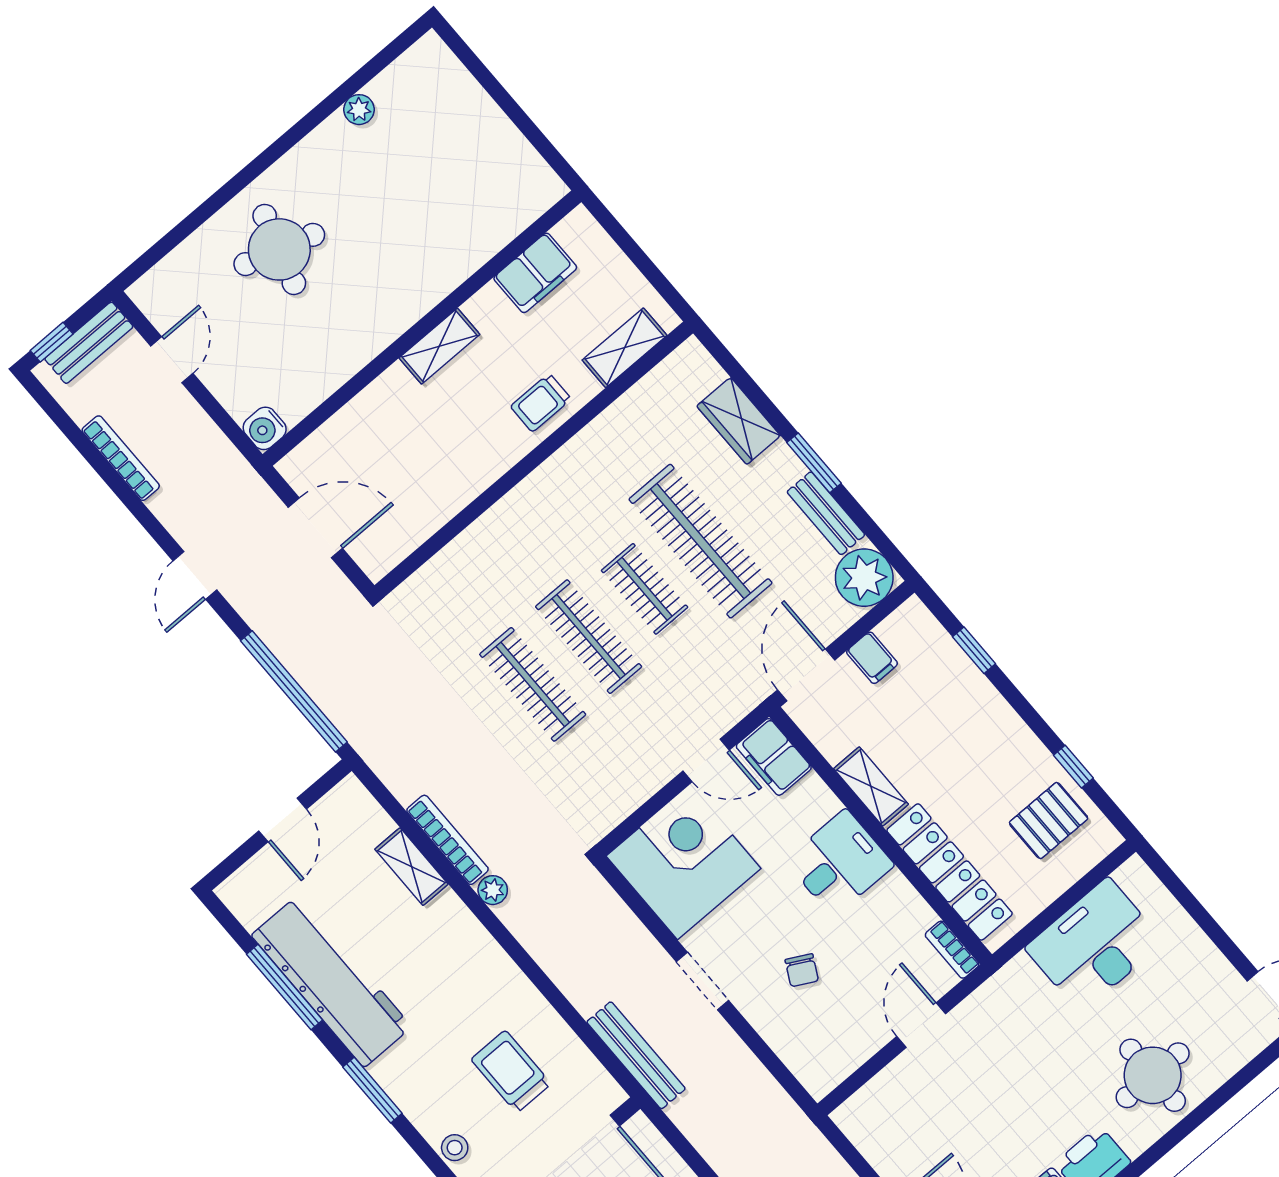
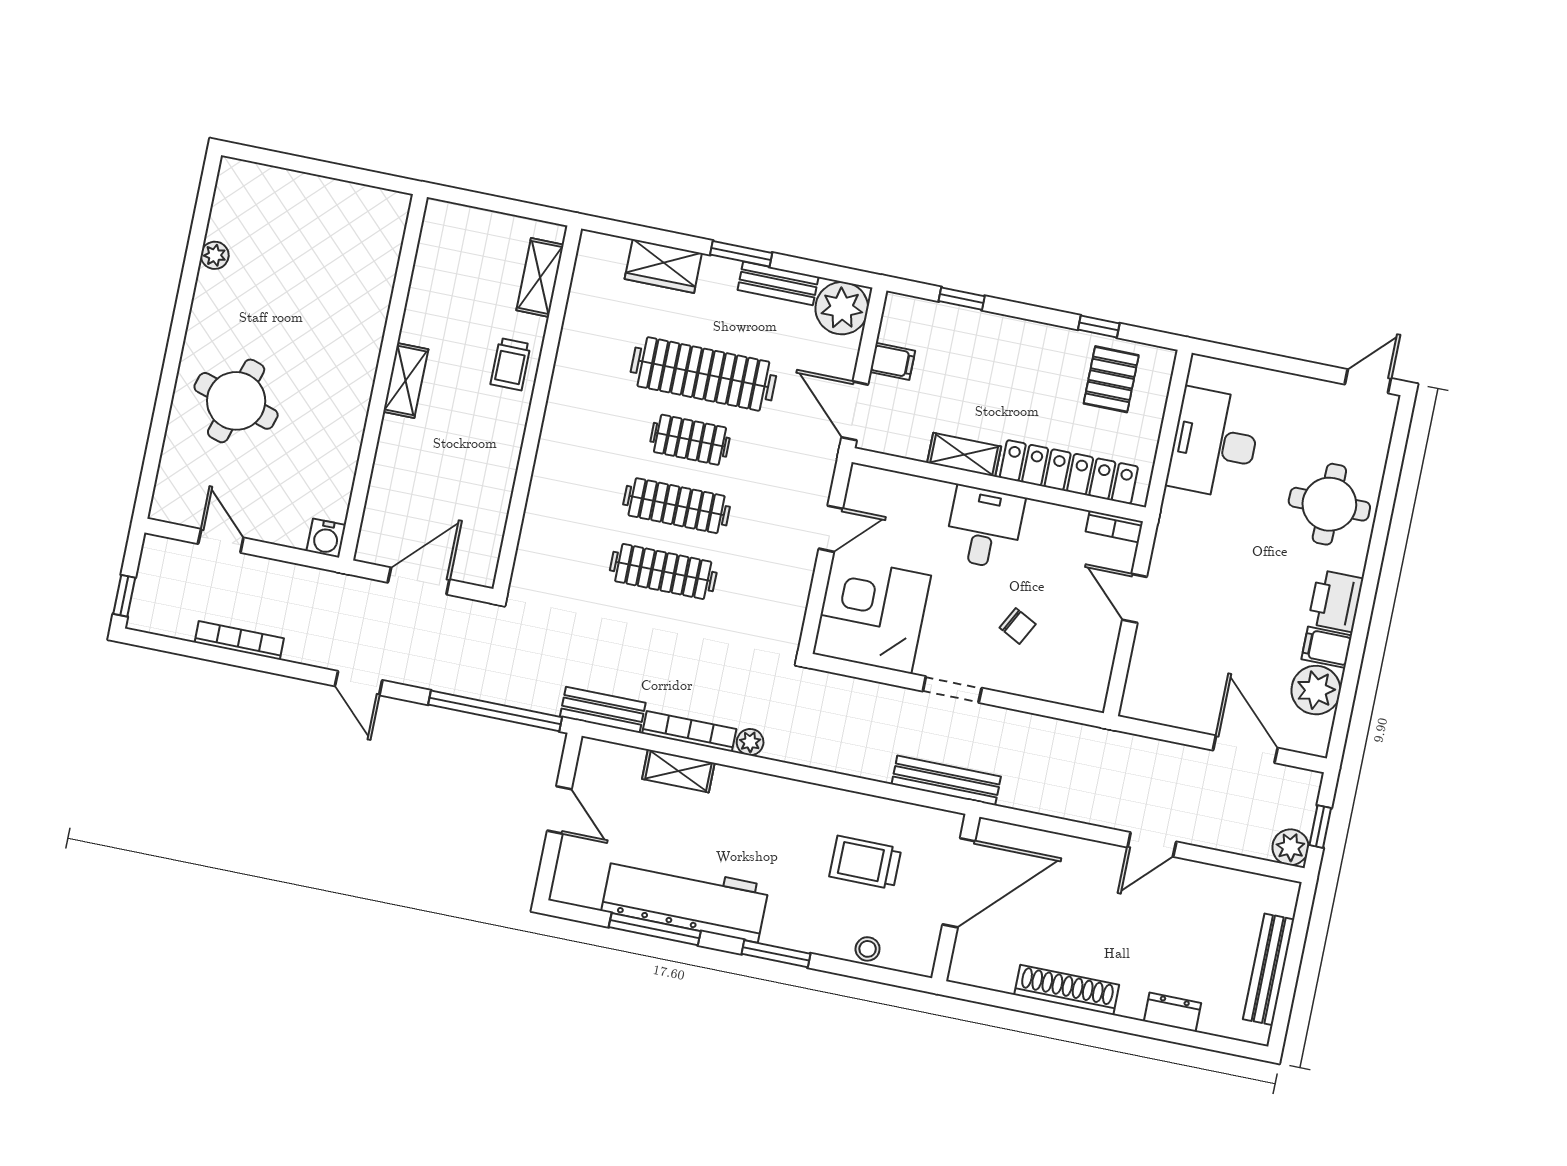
filing cabinet: (535, 273) -> (434, 274), removed
bench: (89, 343) -> (603, 710), moved, turned 90
filing cabinet: (774, 757) -> (878, 488), removed

